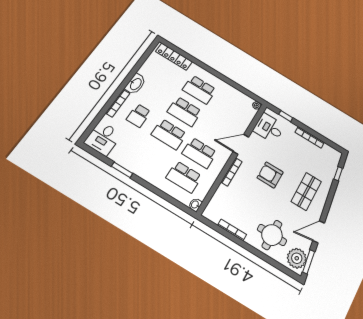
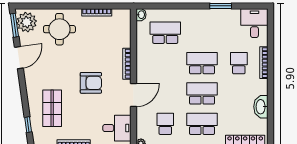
washbasin: (135, 84) -> (261, 107), moved
school desk: (199, 153) -> (165, 124), moved, width x0.54
shop shelf: (306, 191) -> (52, 108), moved

